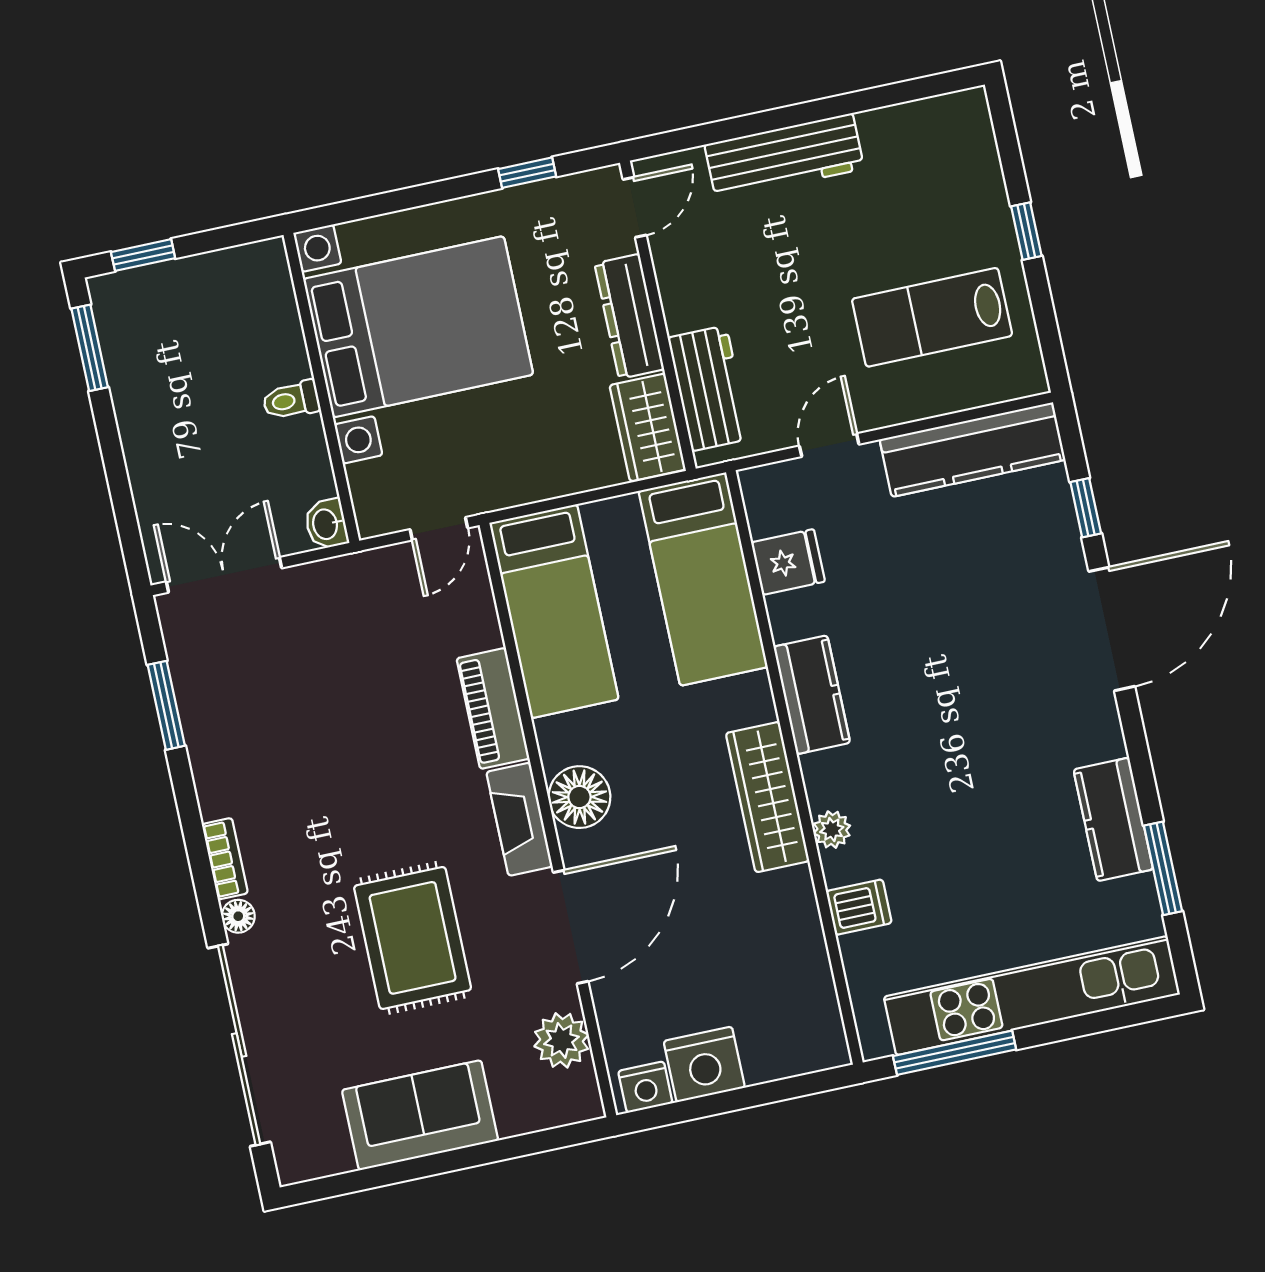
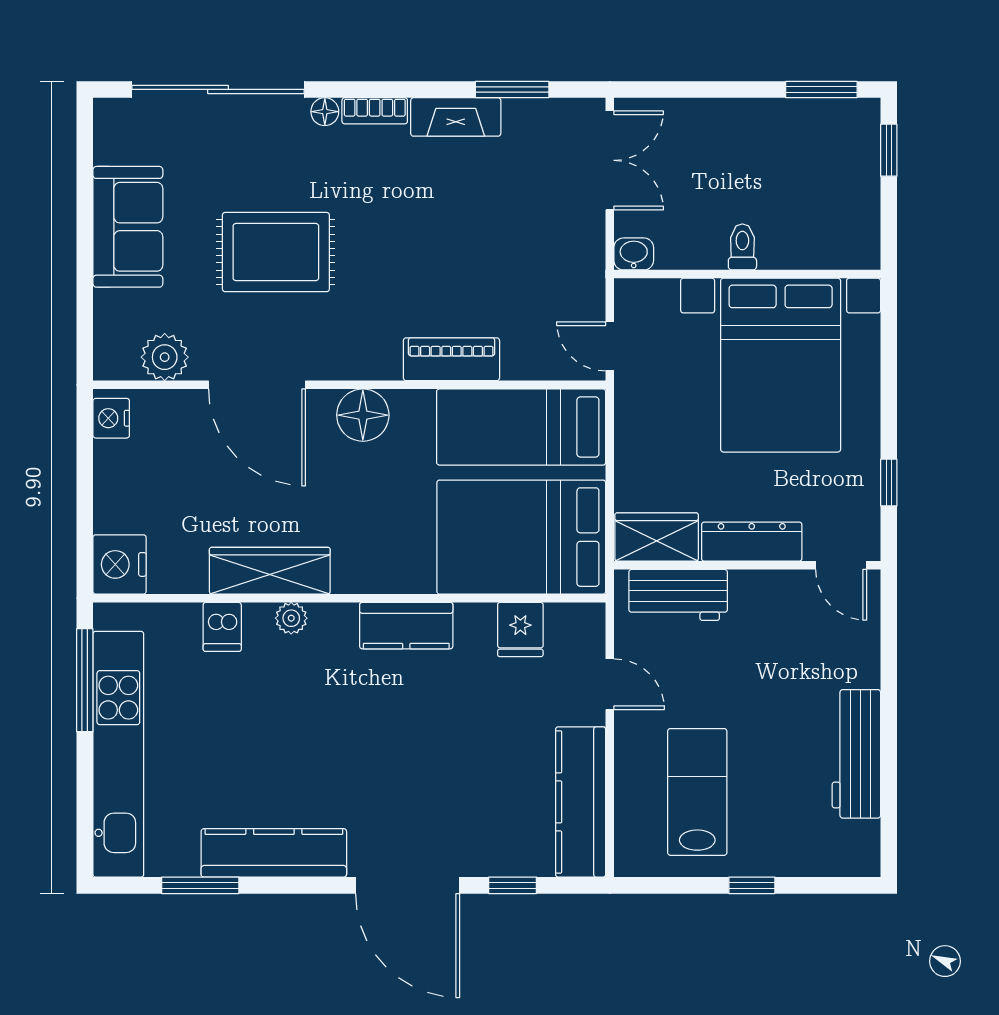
workbench: (784, 157) -> (856, 754), moved
bed: (703, 579) -> (521, 537), width x1.50
wardrobe: (767, 797) -> (270, 571), moved
fireplace: (519, 819) -> (456, 117), moved, turned 180
kitchen counter: (1113, 819) -> (274, 853), width x1.50
nightstand: (704, 1064) -> (120, 564), moved

